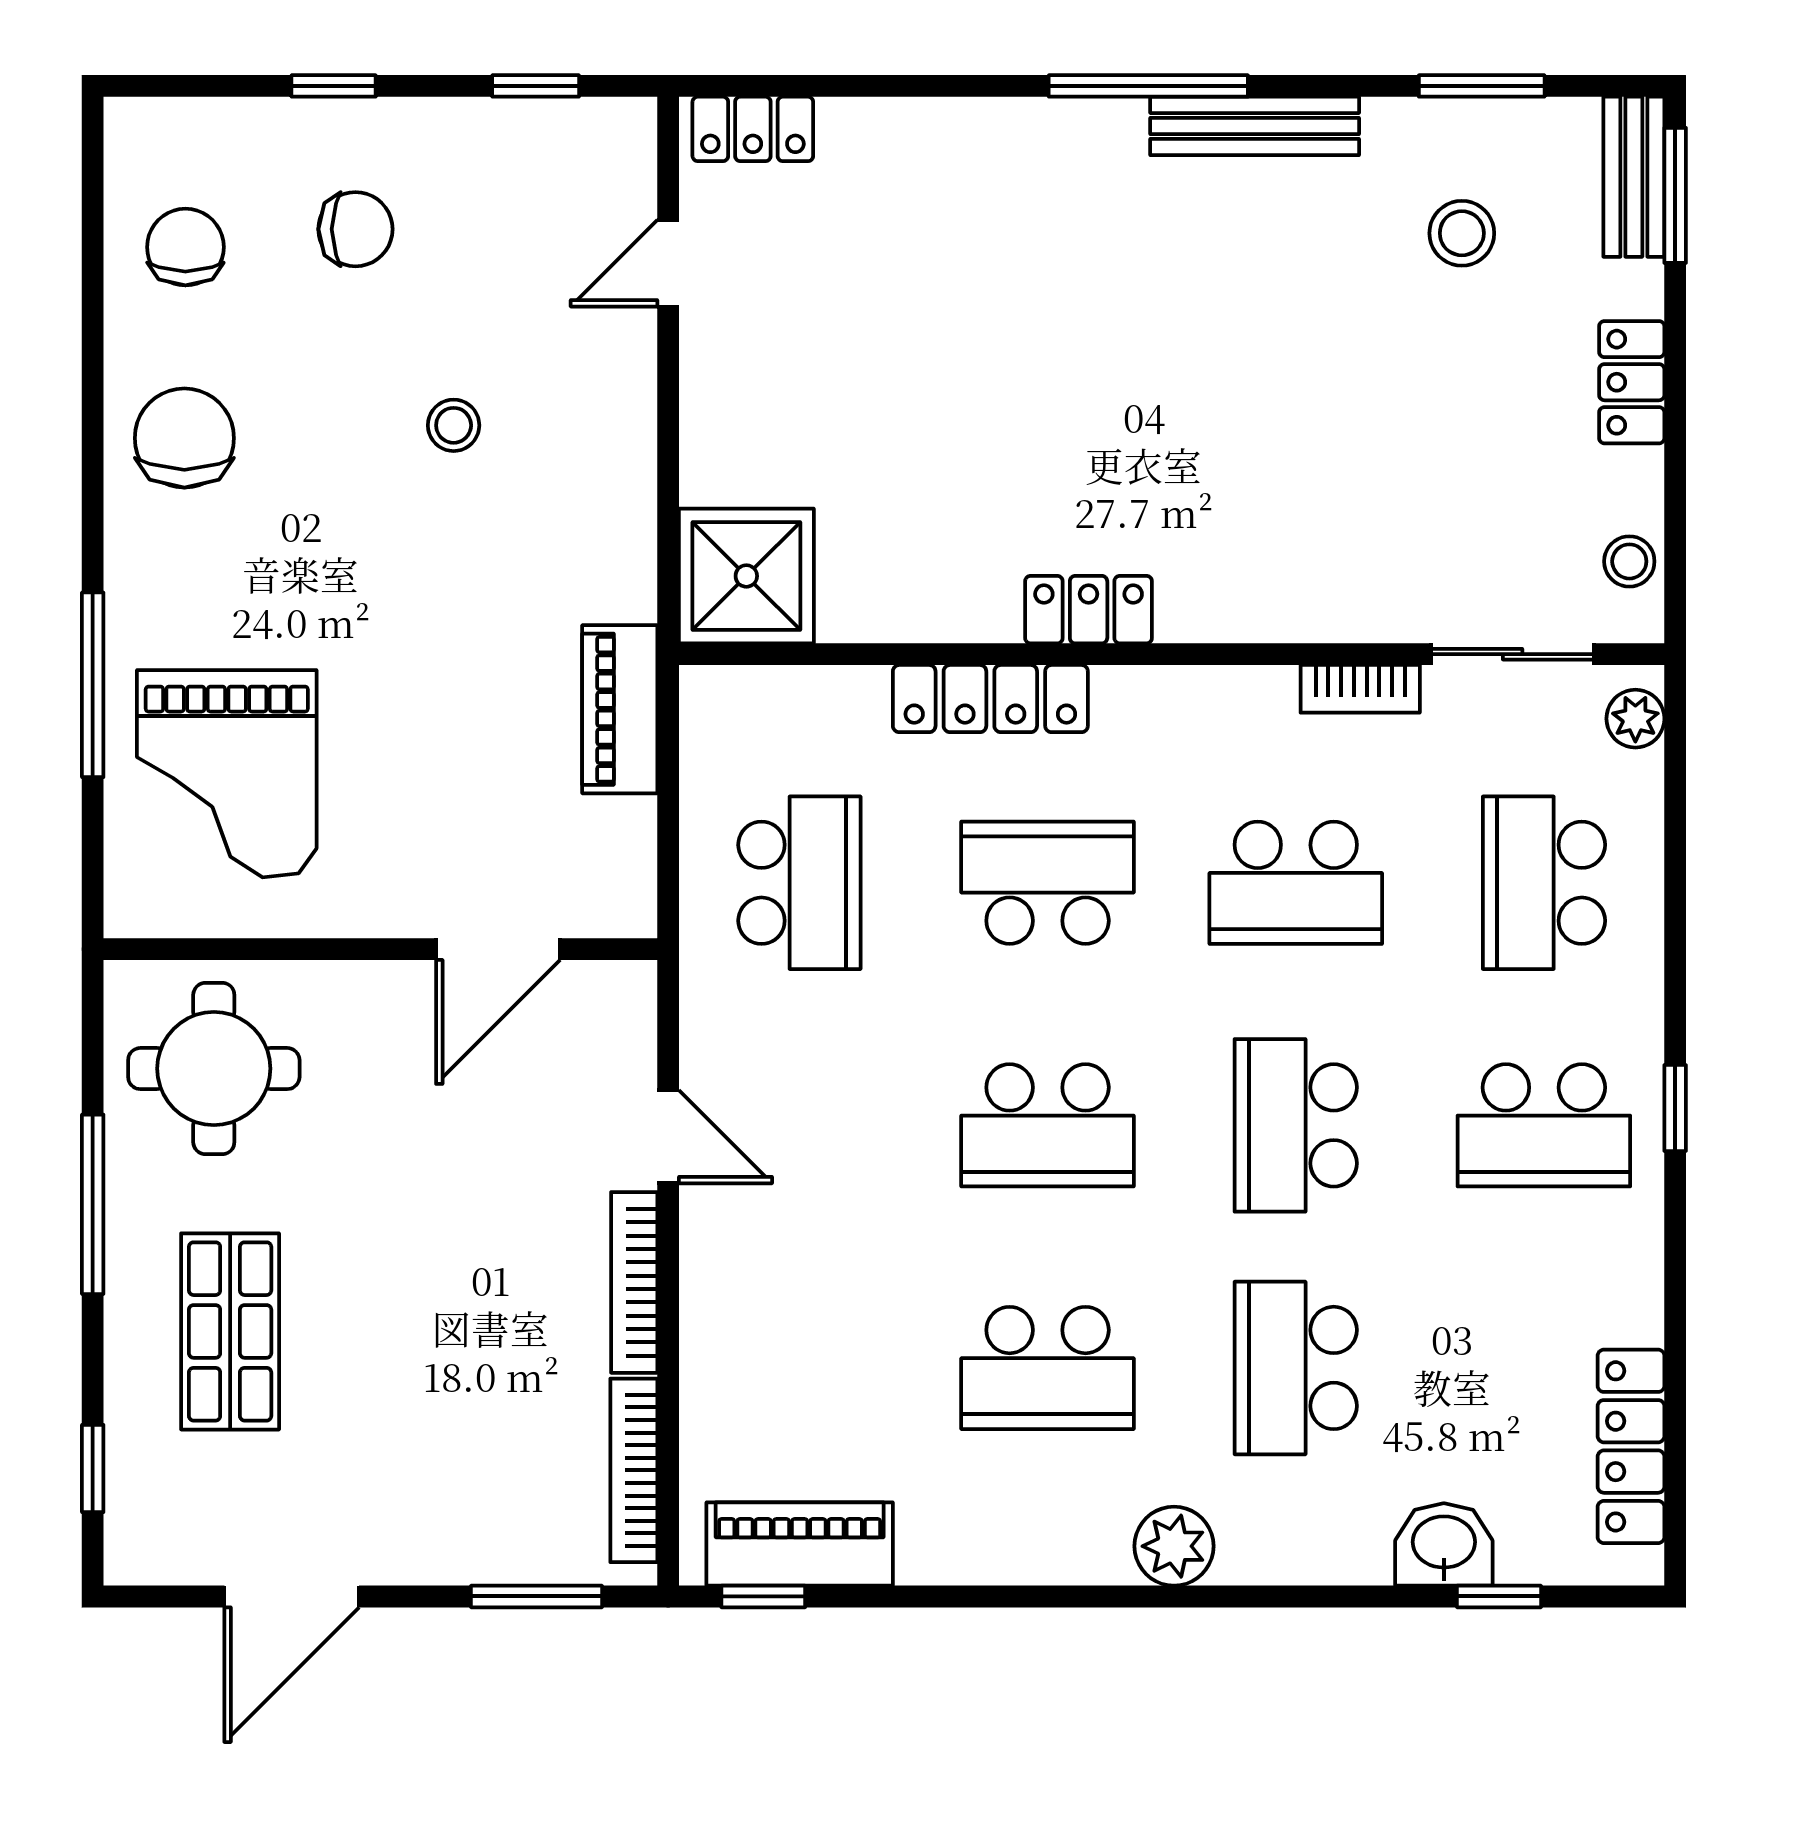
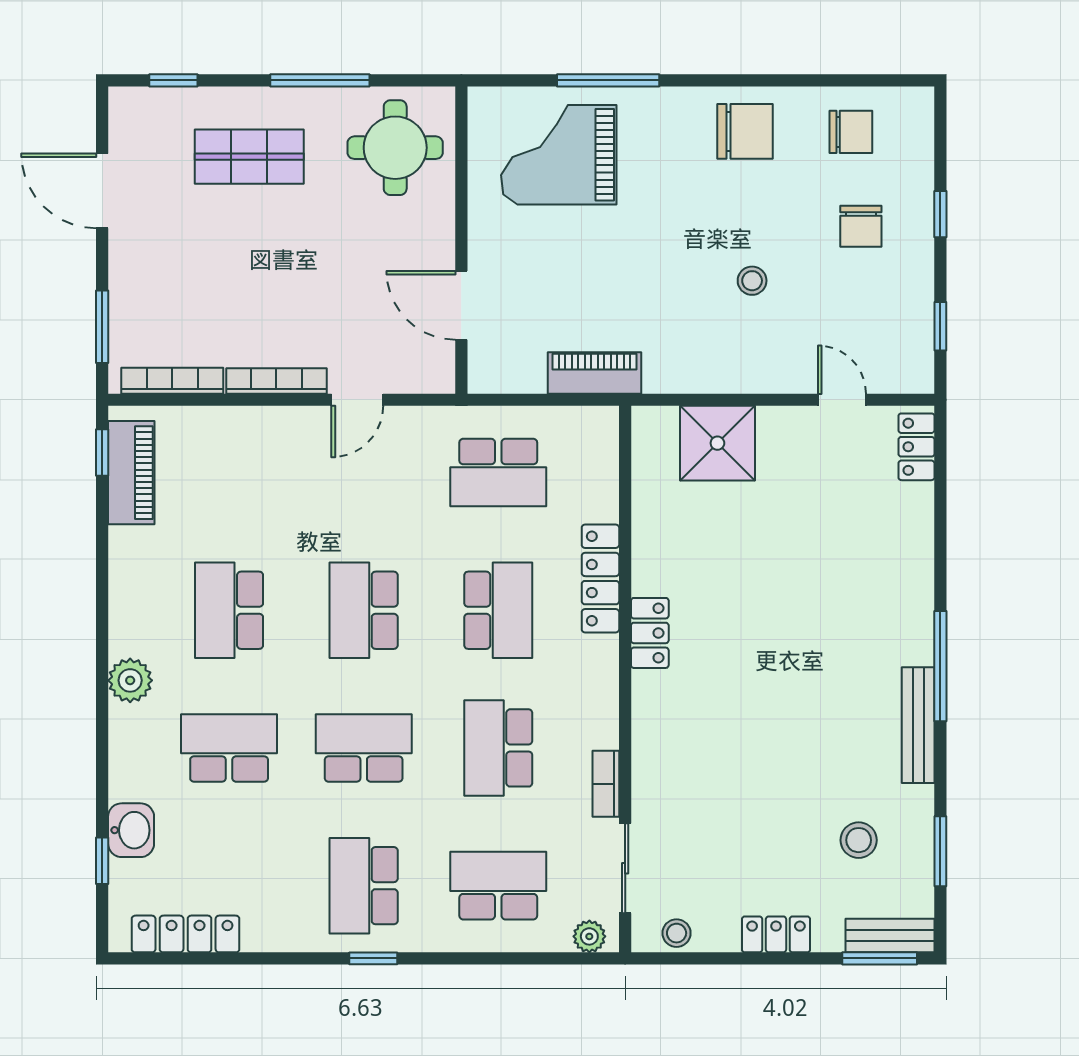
shower: (746, 576) -> (717, 443), moved

